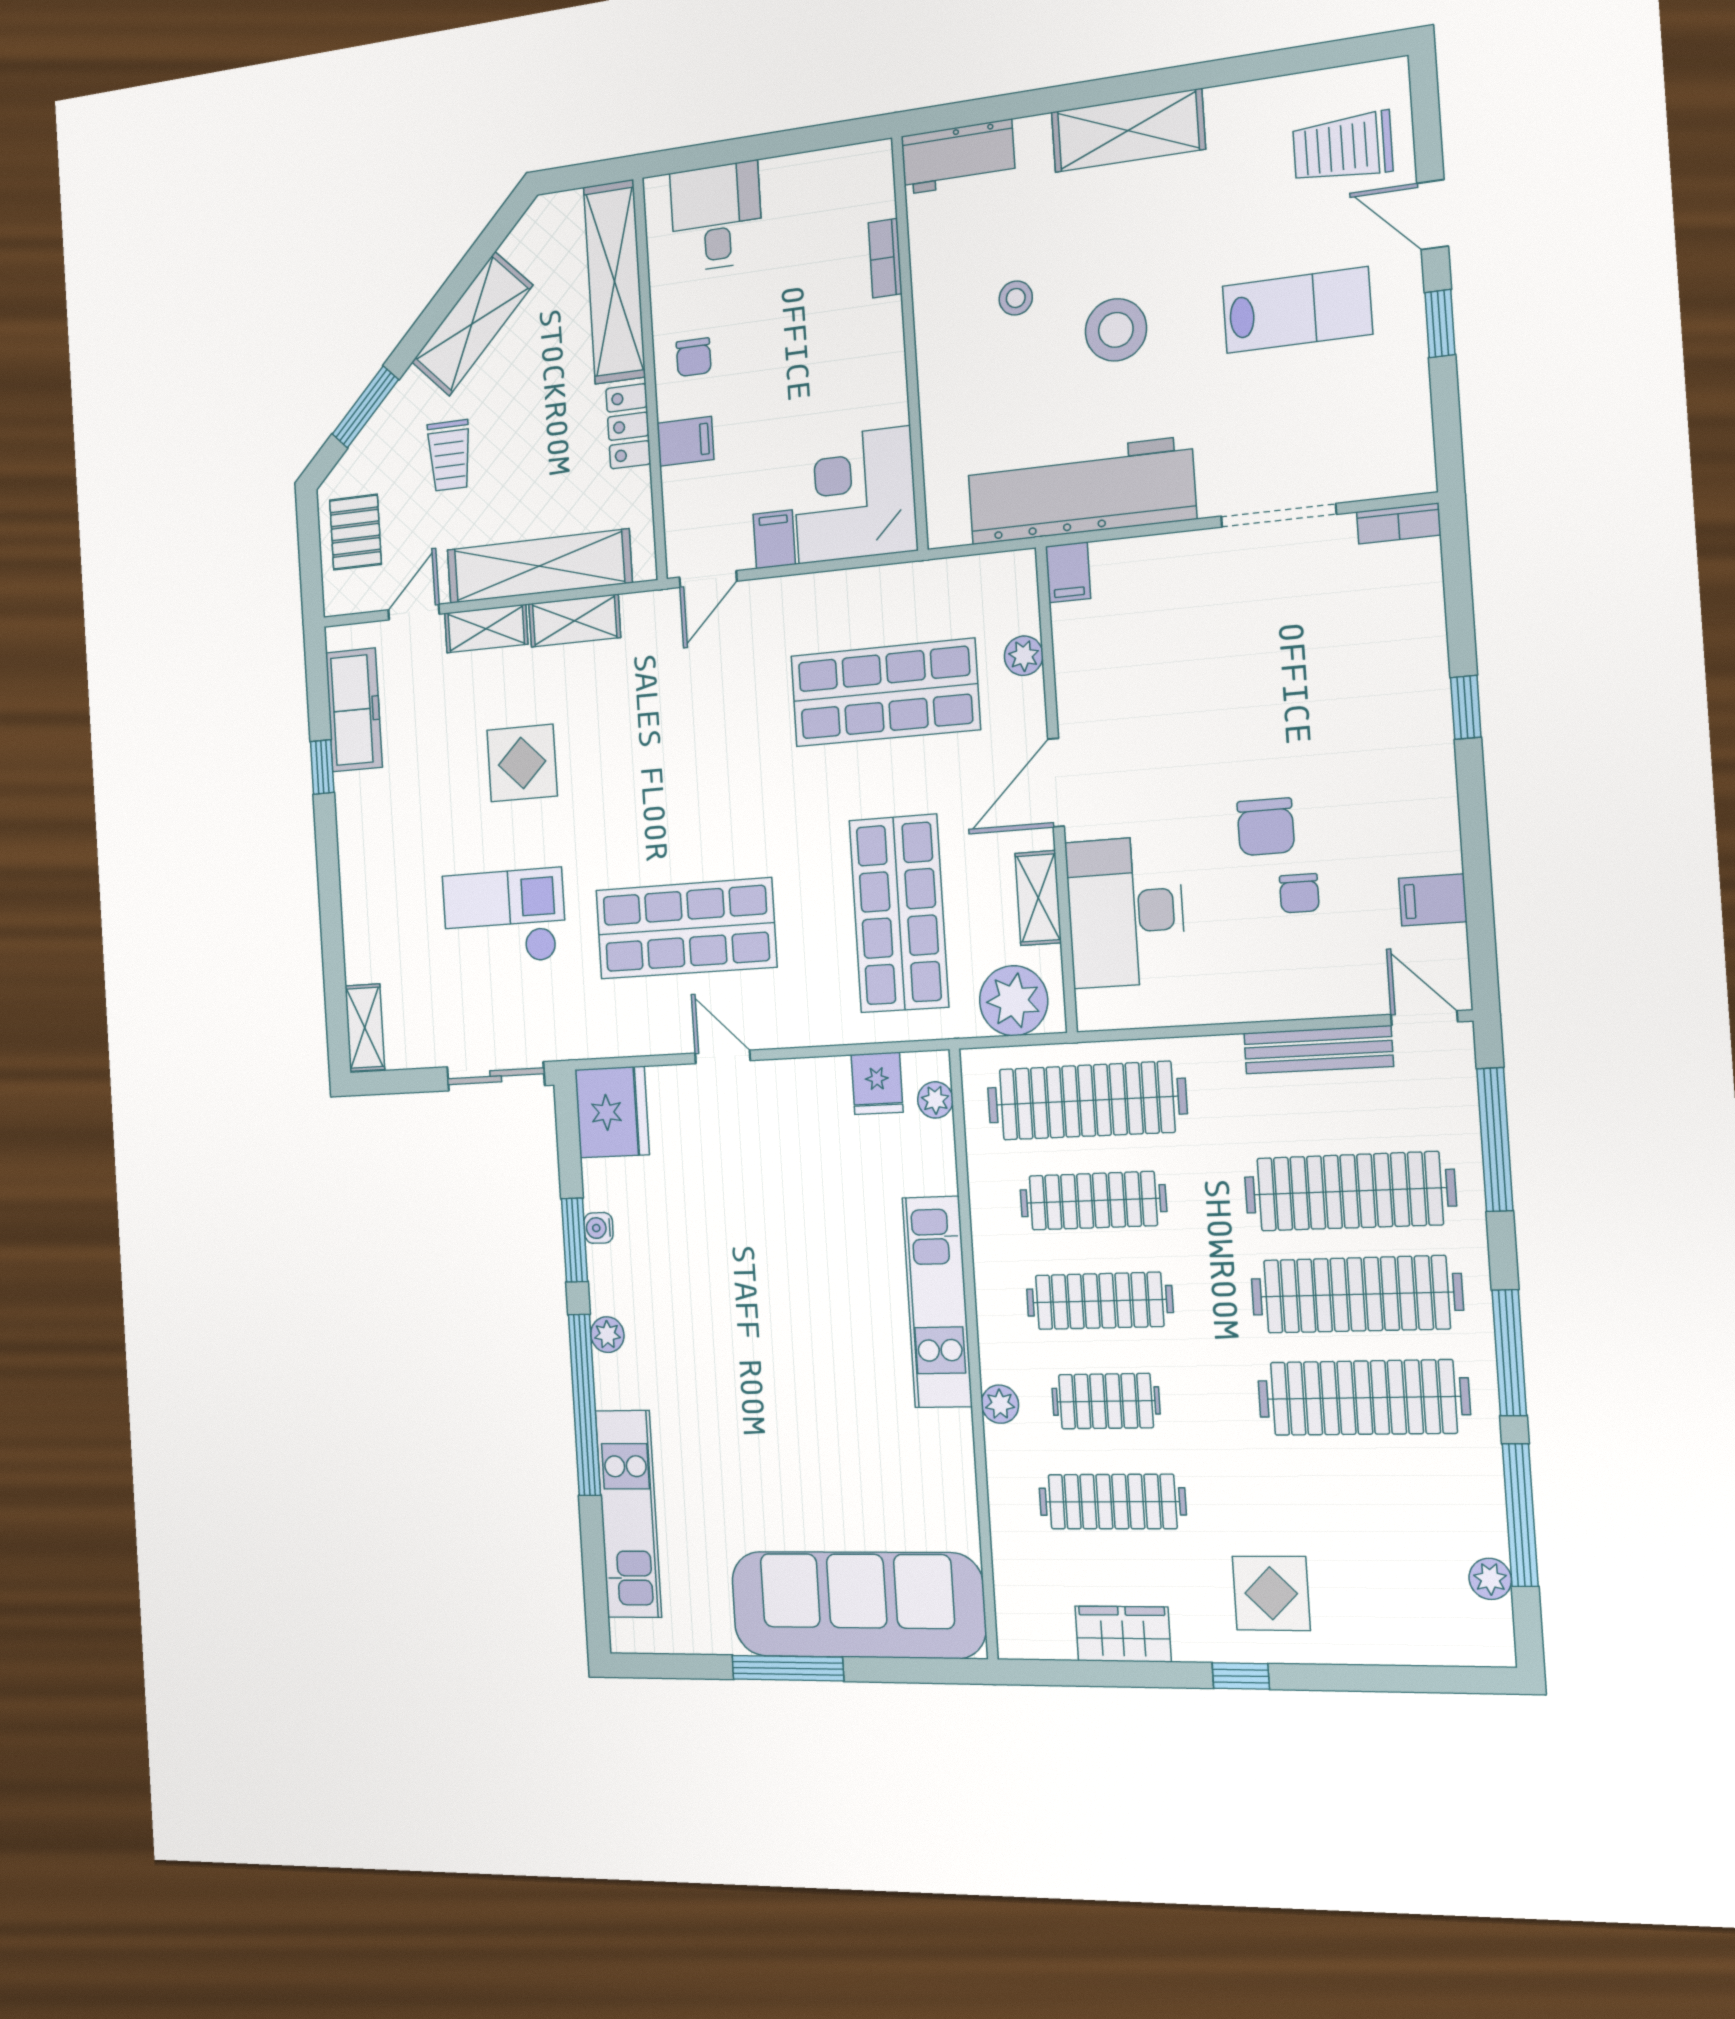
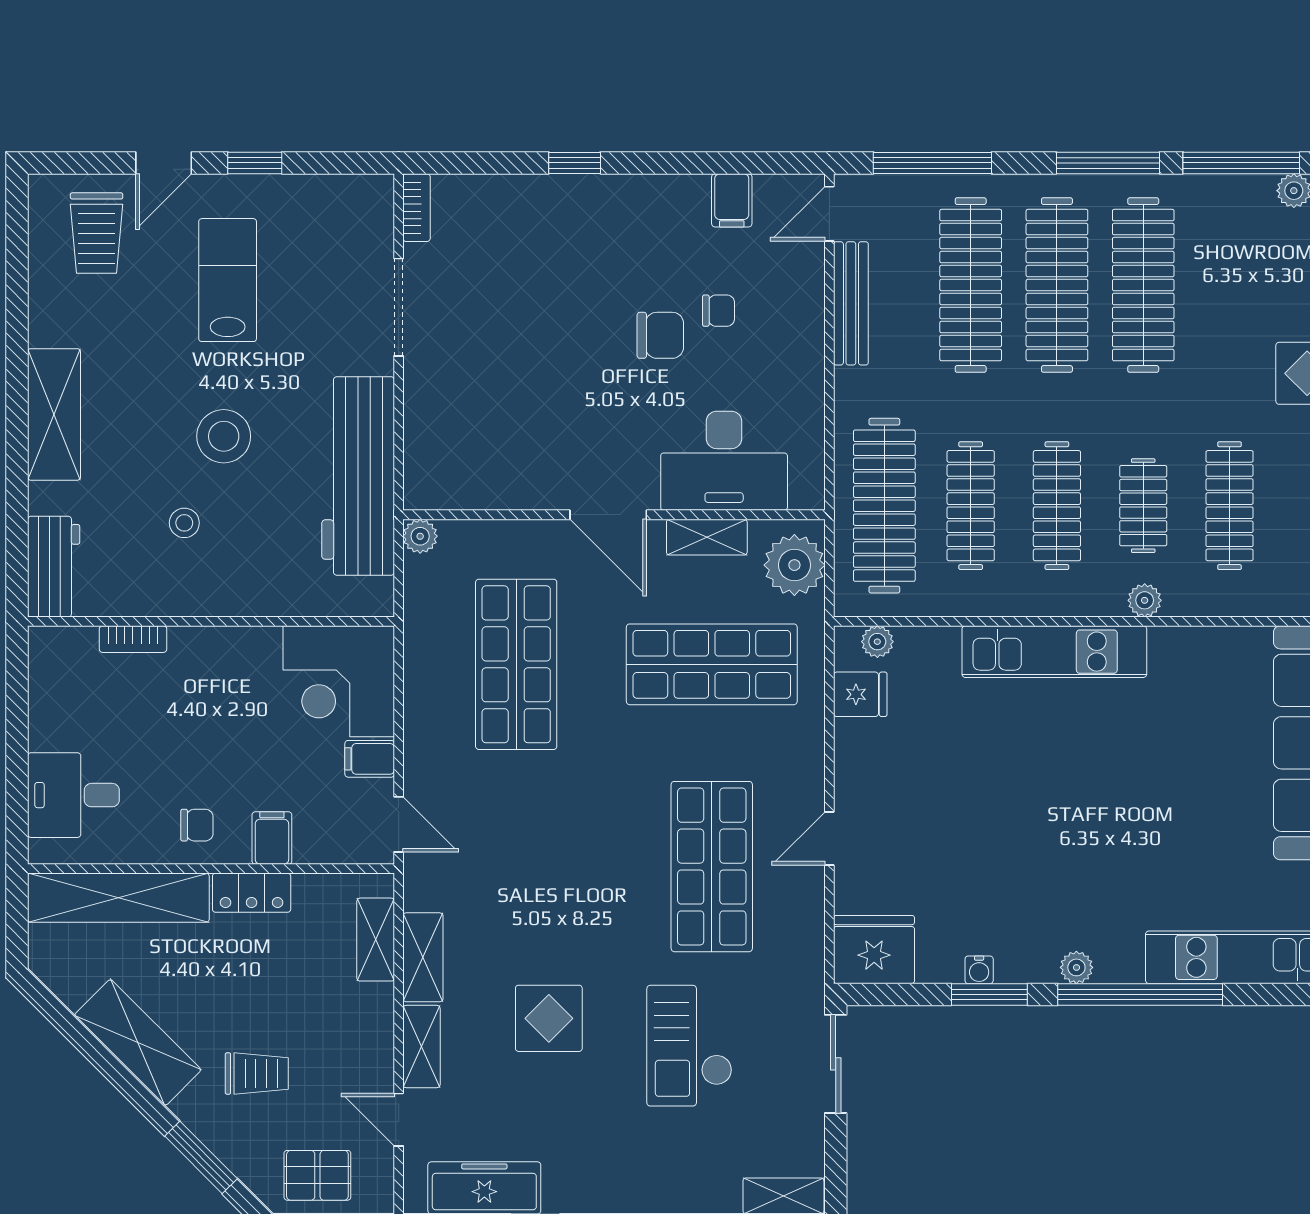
shelving: (539, 566) -> (376, 940), width x0.45, depth x0.75
filing cabinet: (1068, 572) -> (428, 492), removed
plant: (1024, 656) -> (420, 536), moved

